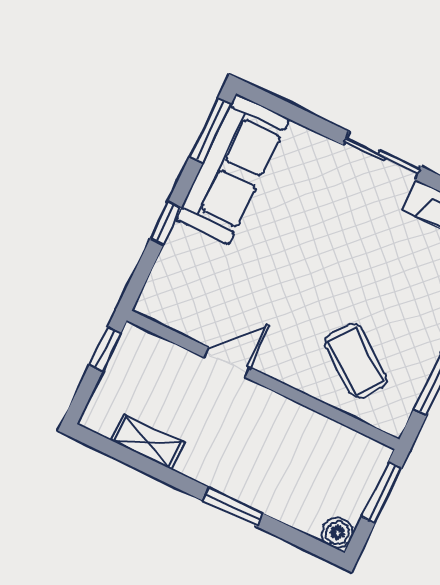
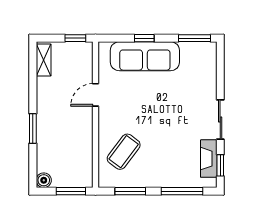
sofa: (233, 169) -> (145, 56), moved
door: (227, 362) -> (96, 95), swing flipped
shelving: (148, 442) -> (44, 60), moved

